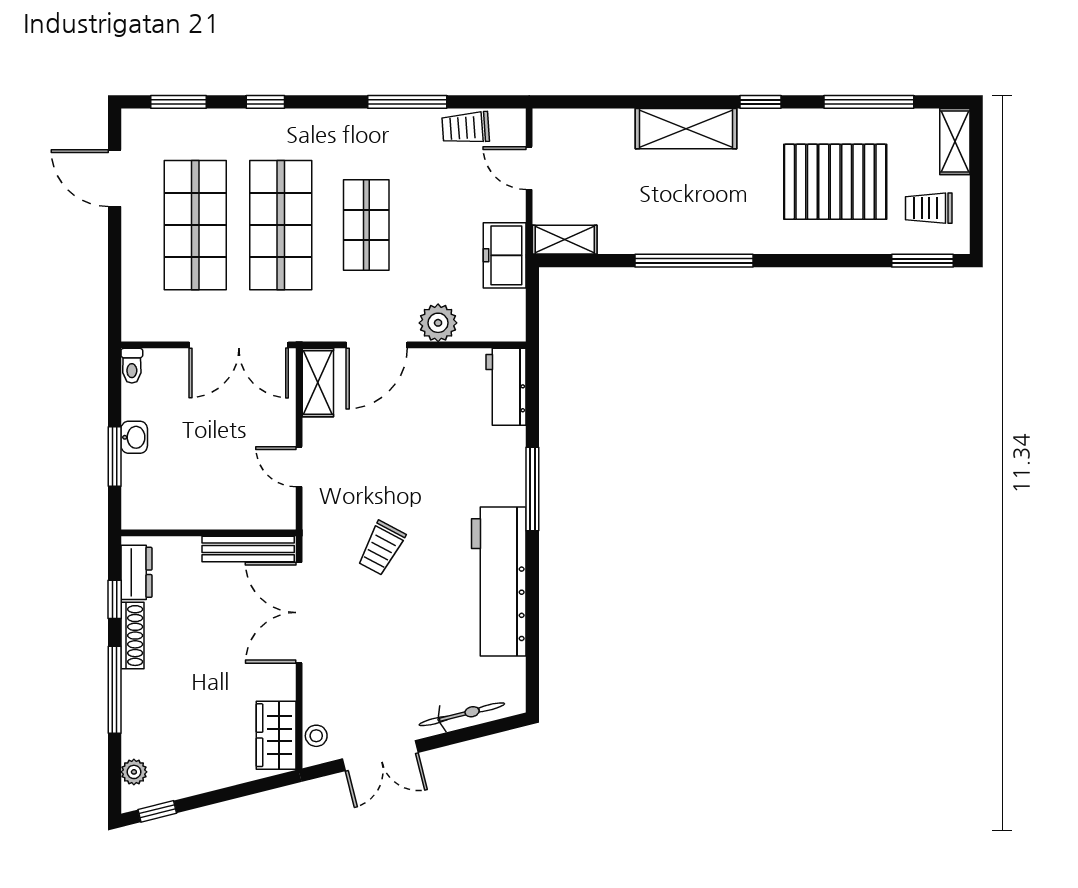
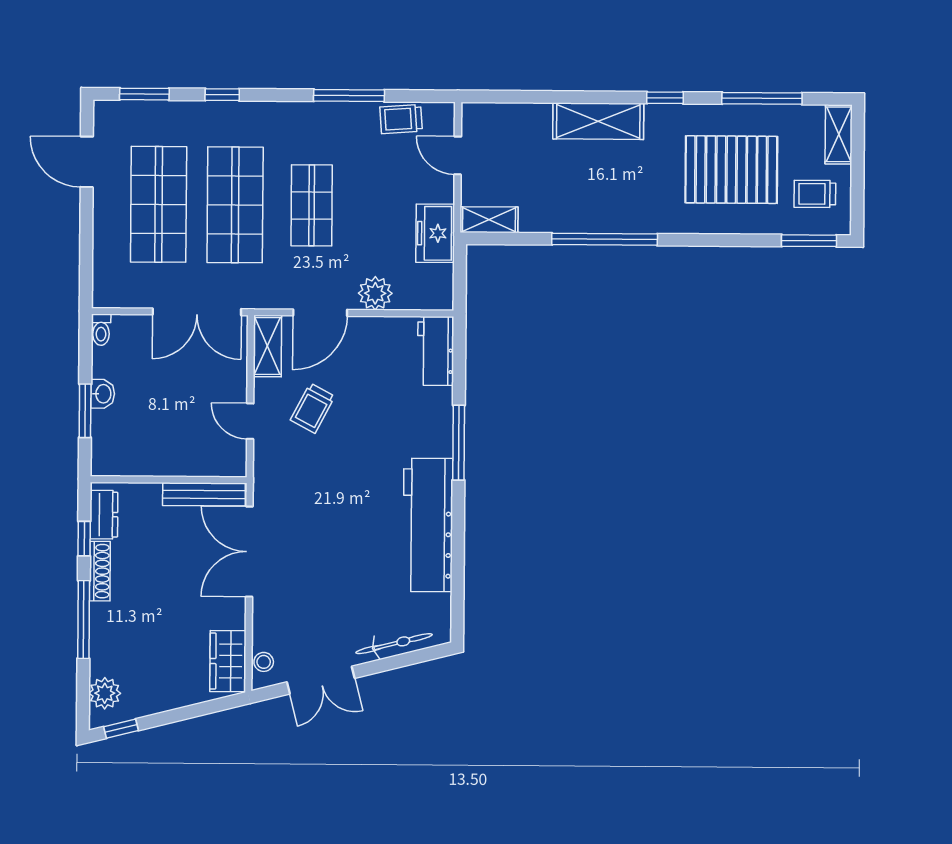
trolley: (381, 548) -> (313, 408), moved
plant: (134, 772) -> (105, 693), width x1.38, depth x1.38

